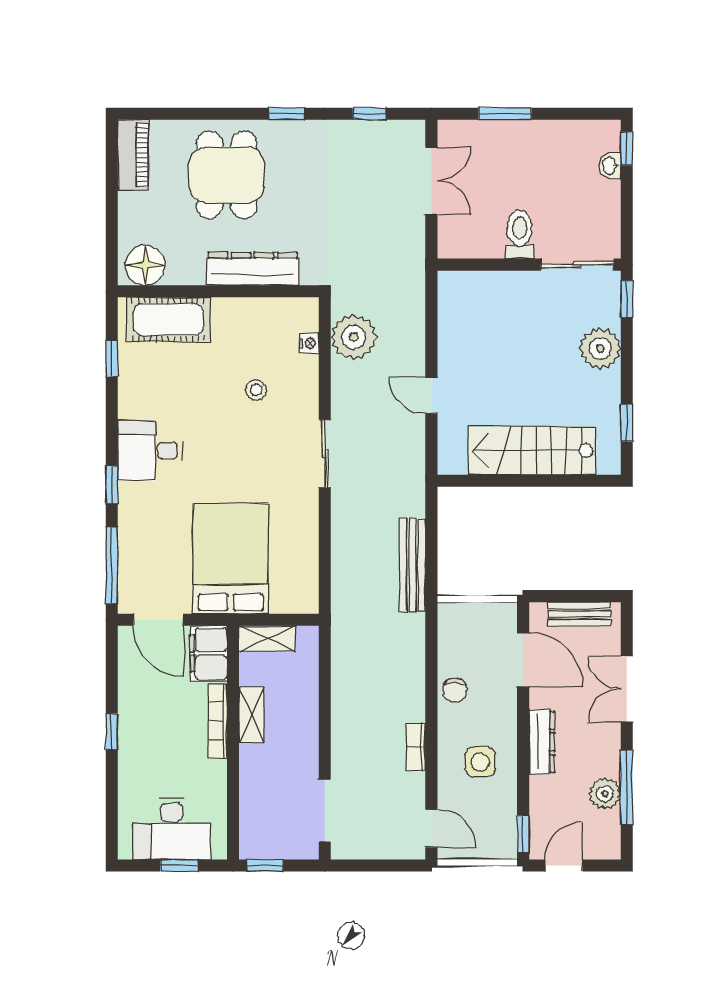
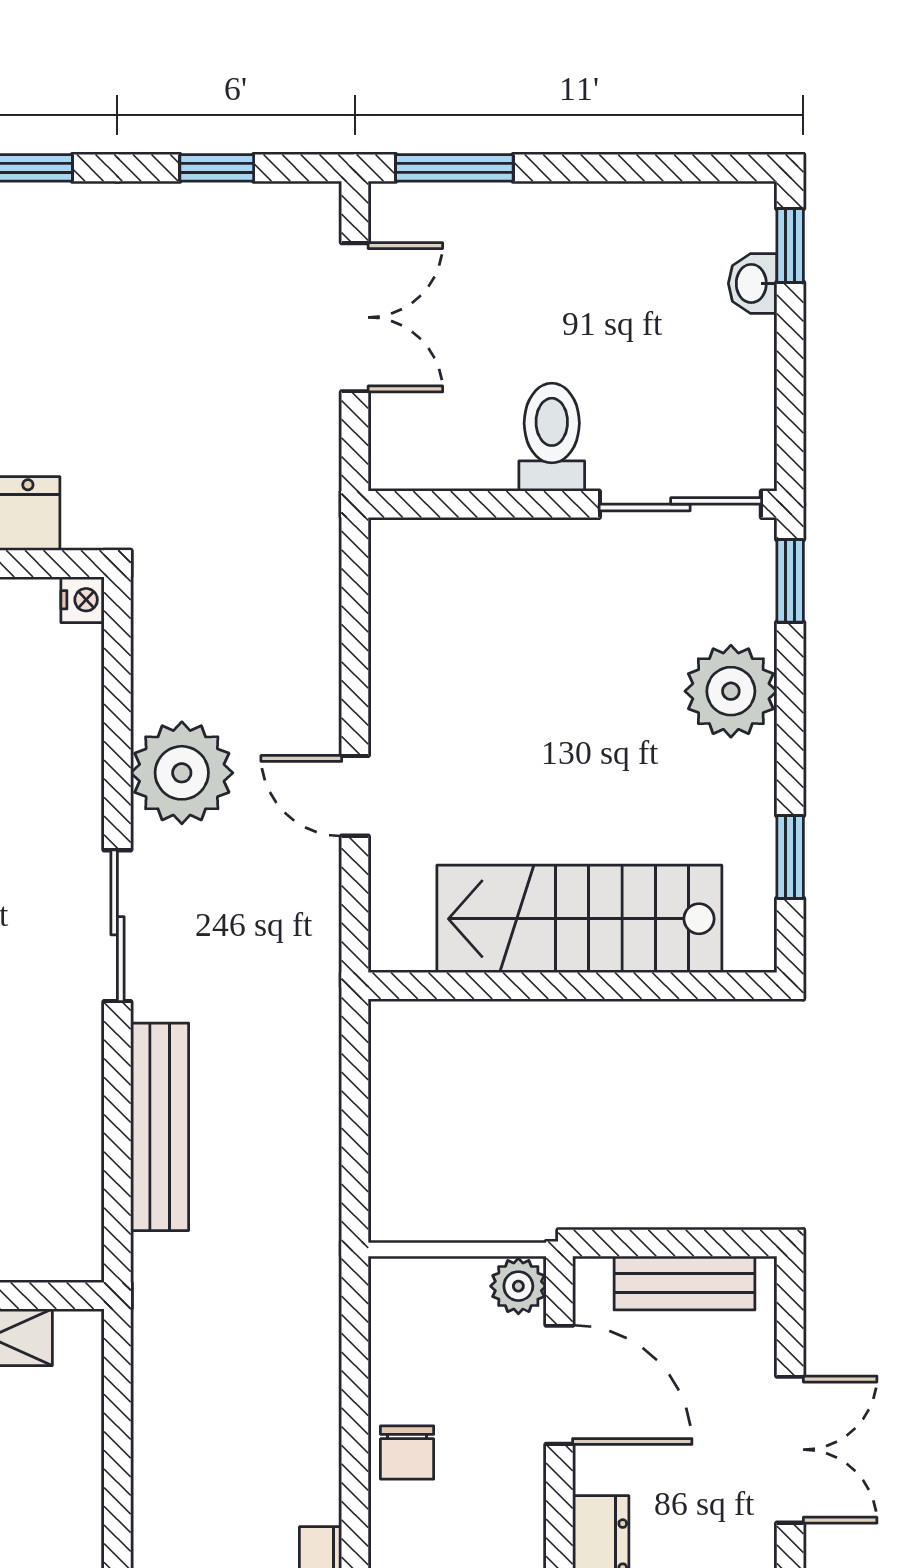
window: (505, 114) -> (454, 168), moved
plant: (354, 337) -> (182, 773), moved
nightstand: (309, 343) -> (83, 600), moved
bench: (412, 565) -> (160, 1127), moved
plant: (505, 615) -> (518, 1286), added
double door: (627, 689) -> (790, 1450), swing flipped

